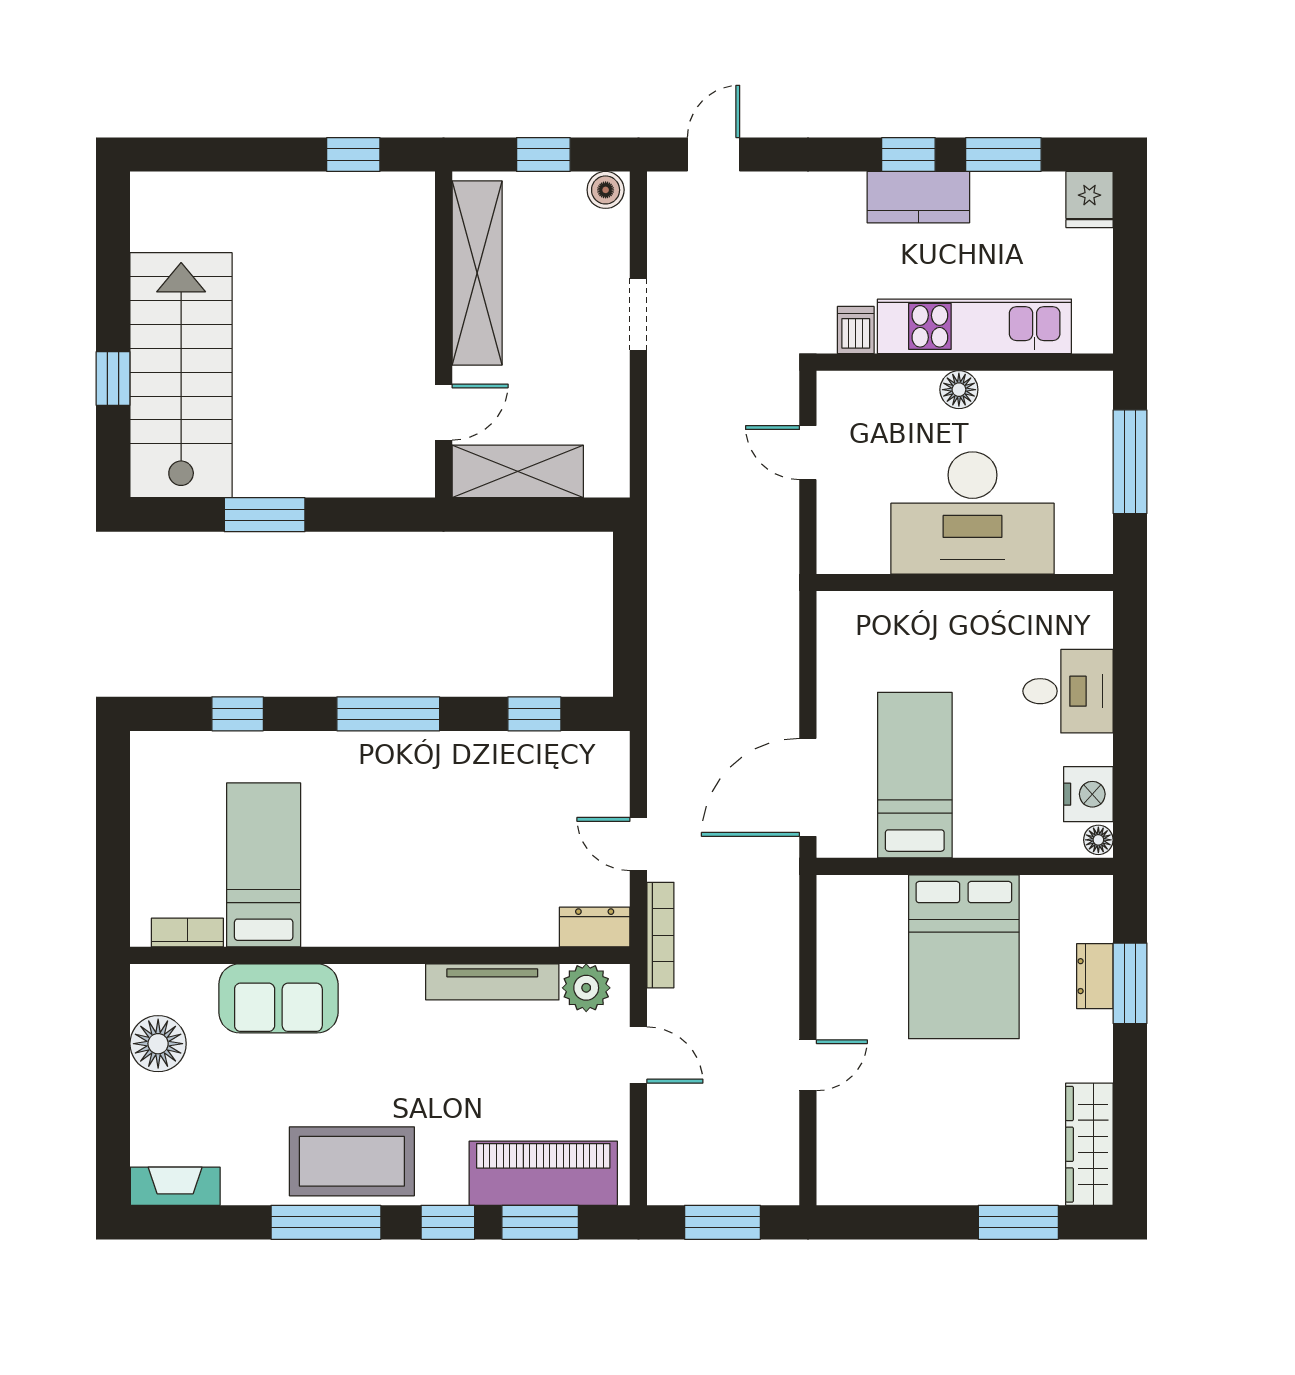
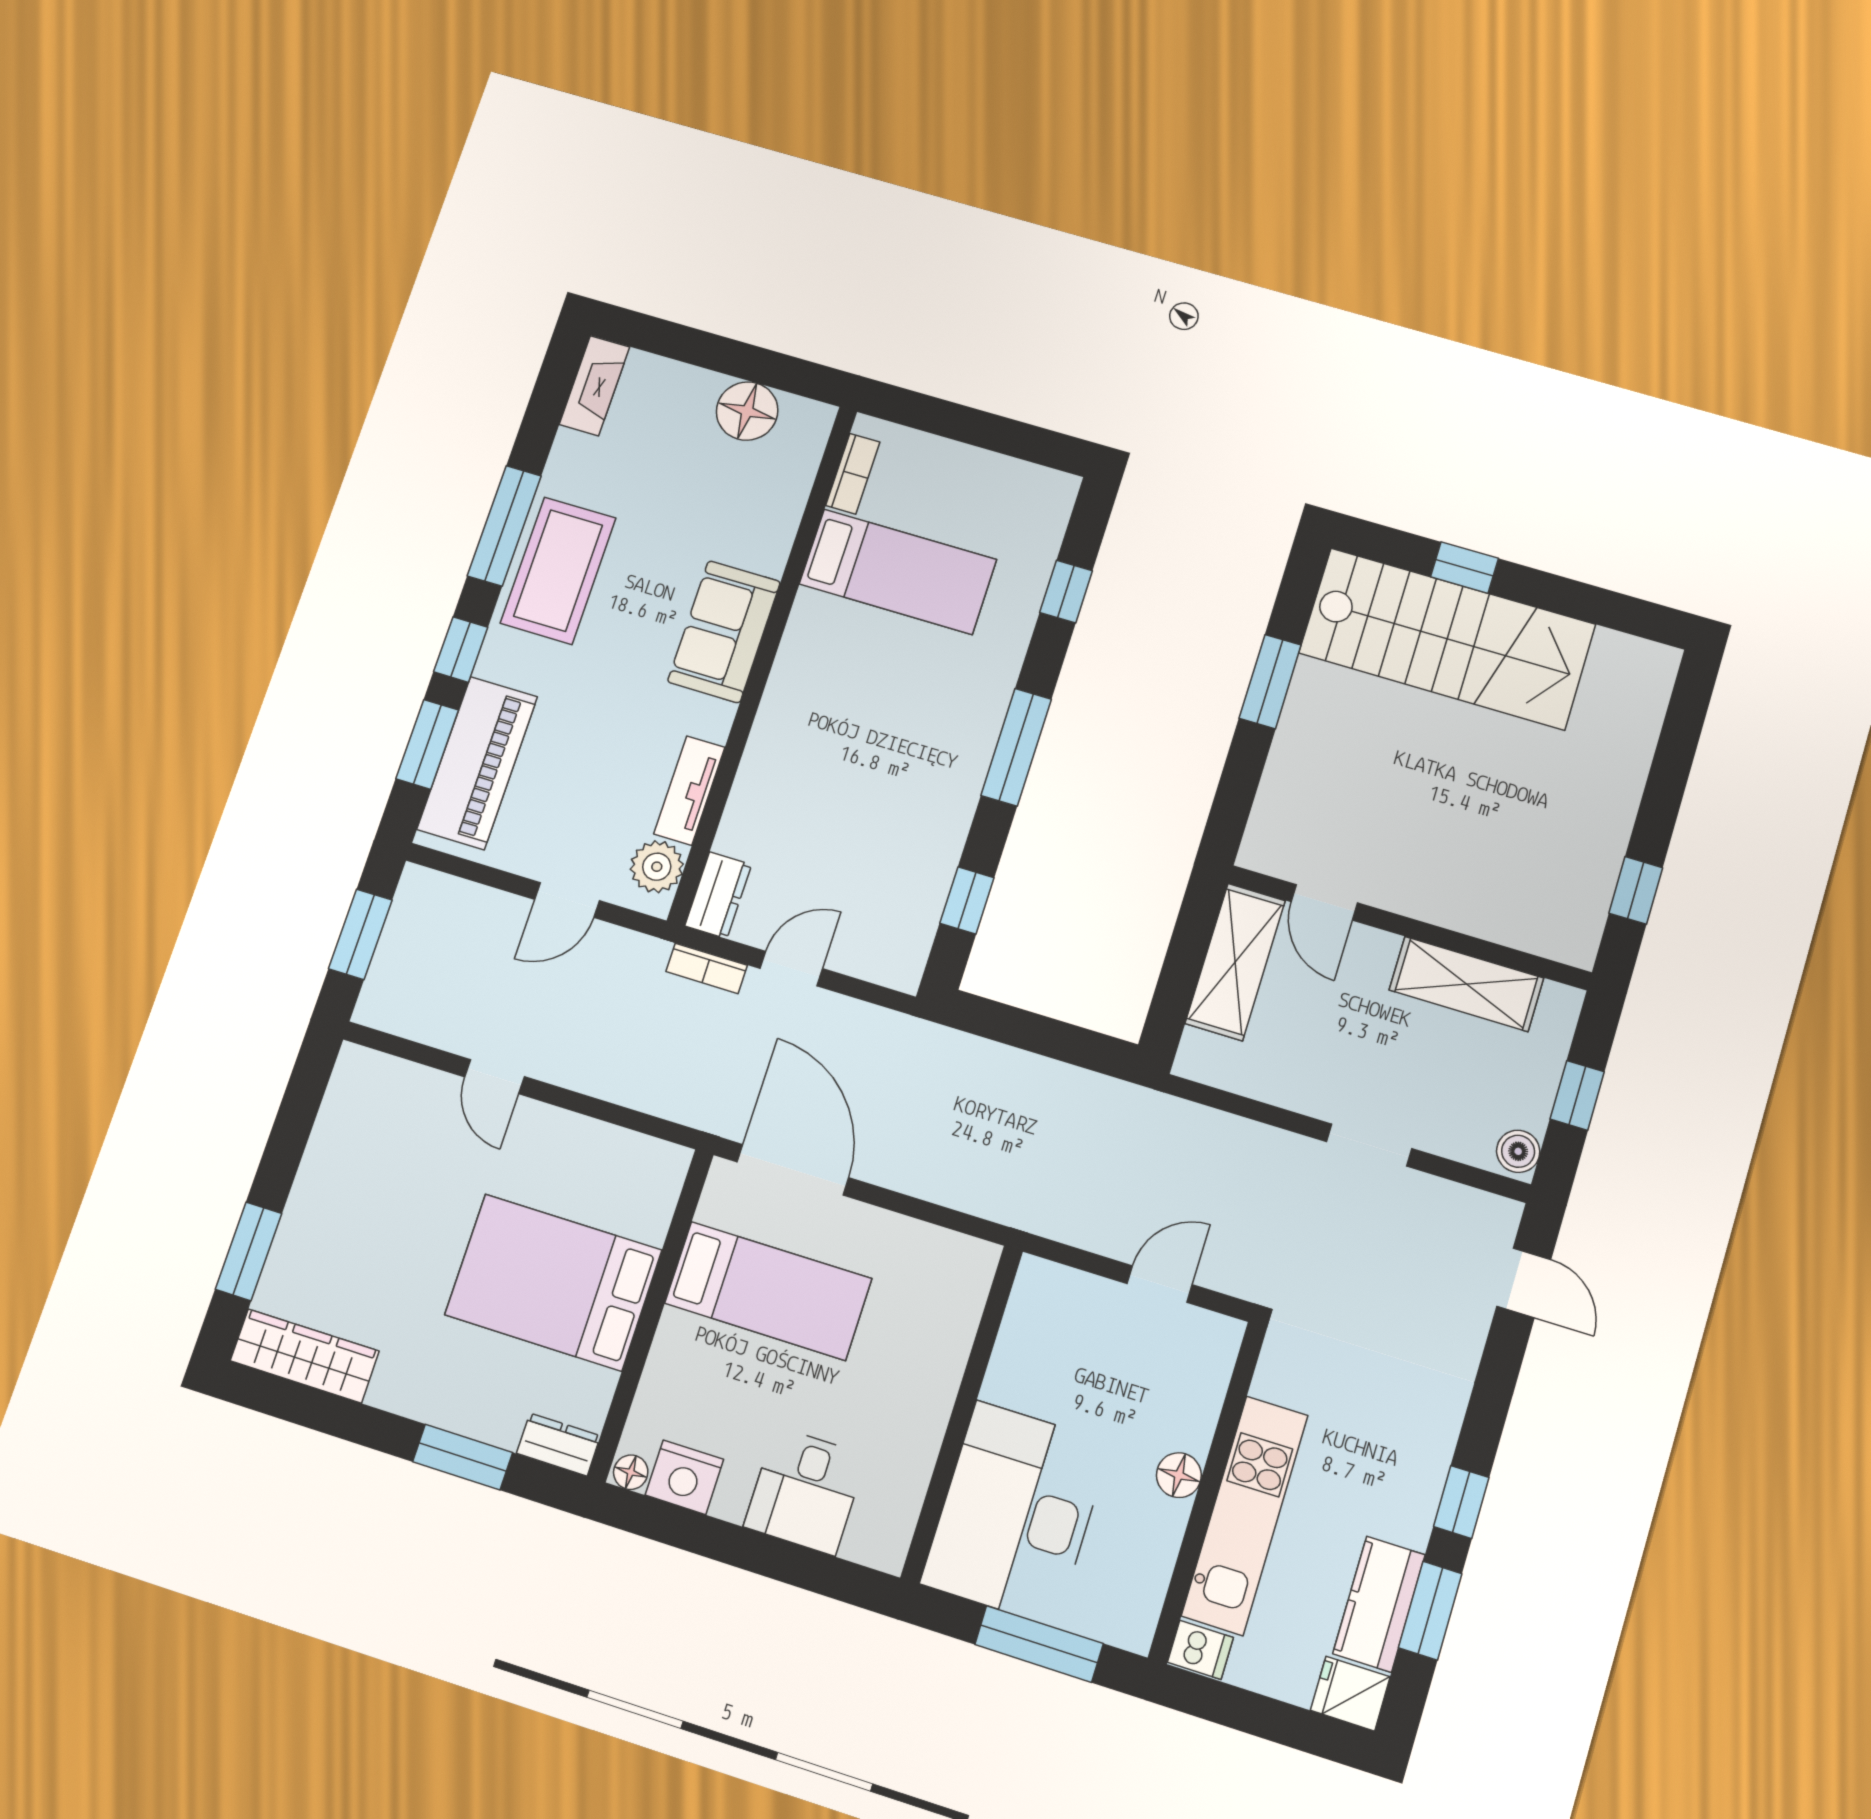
kitchen counter: (918, 197) -> (1379, 1604), moved
shelving: (477, 273) -> (1466, 984), width x0.68
dishwasher: (856, 330) -> (1200, 1650), moved
desk: (973, 513) -> (1016, 1513), moved
bookcase: (660, 935) -> (707, 968), width x0.64
dresser: (1095, 976) -> (558, 1445), moved
tv unit: (492, 982) -> (689, 791), width x0.71
sofa: (278, 998) -> (724, 632), moved

